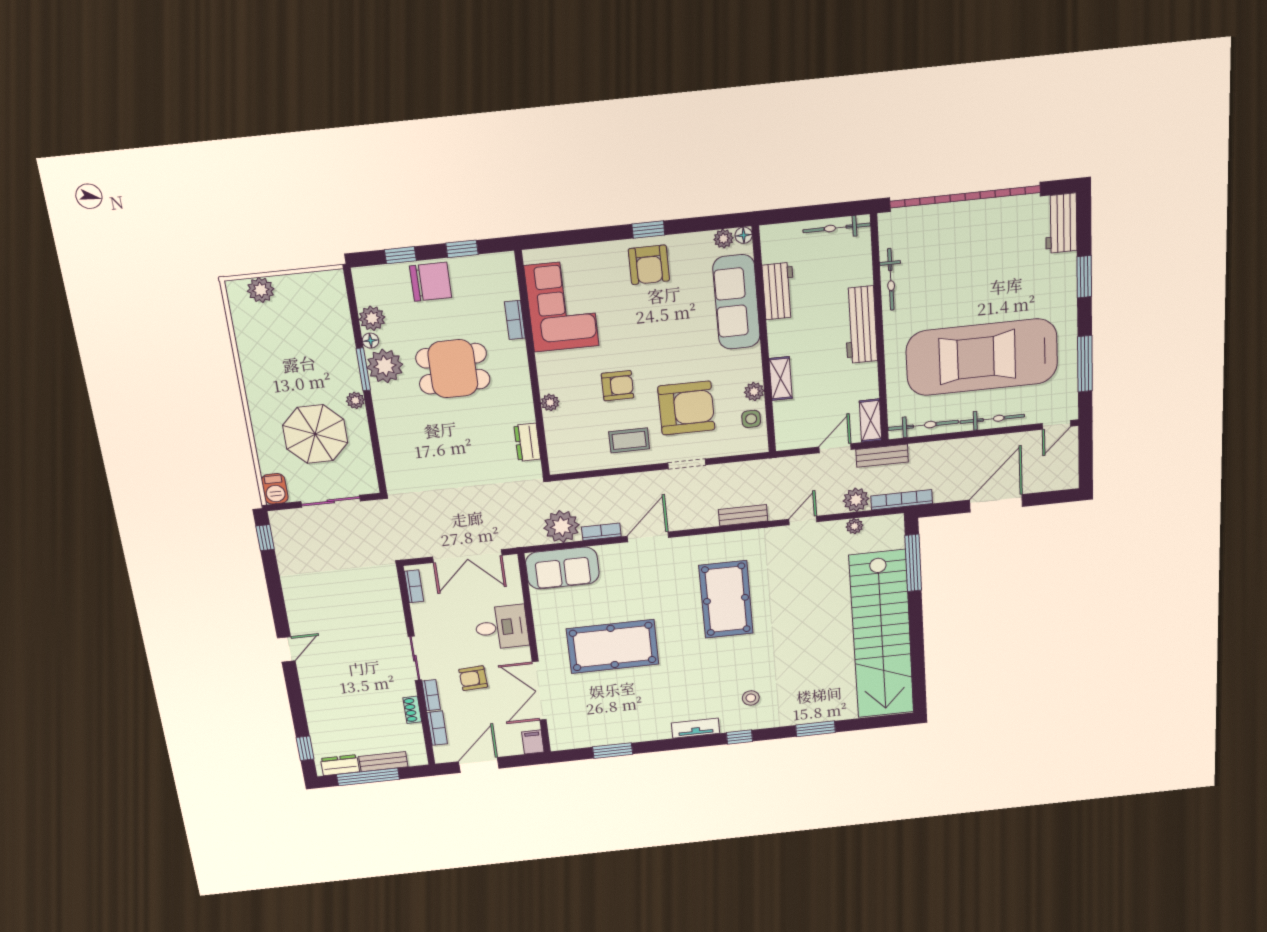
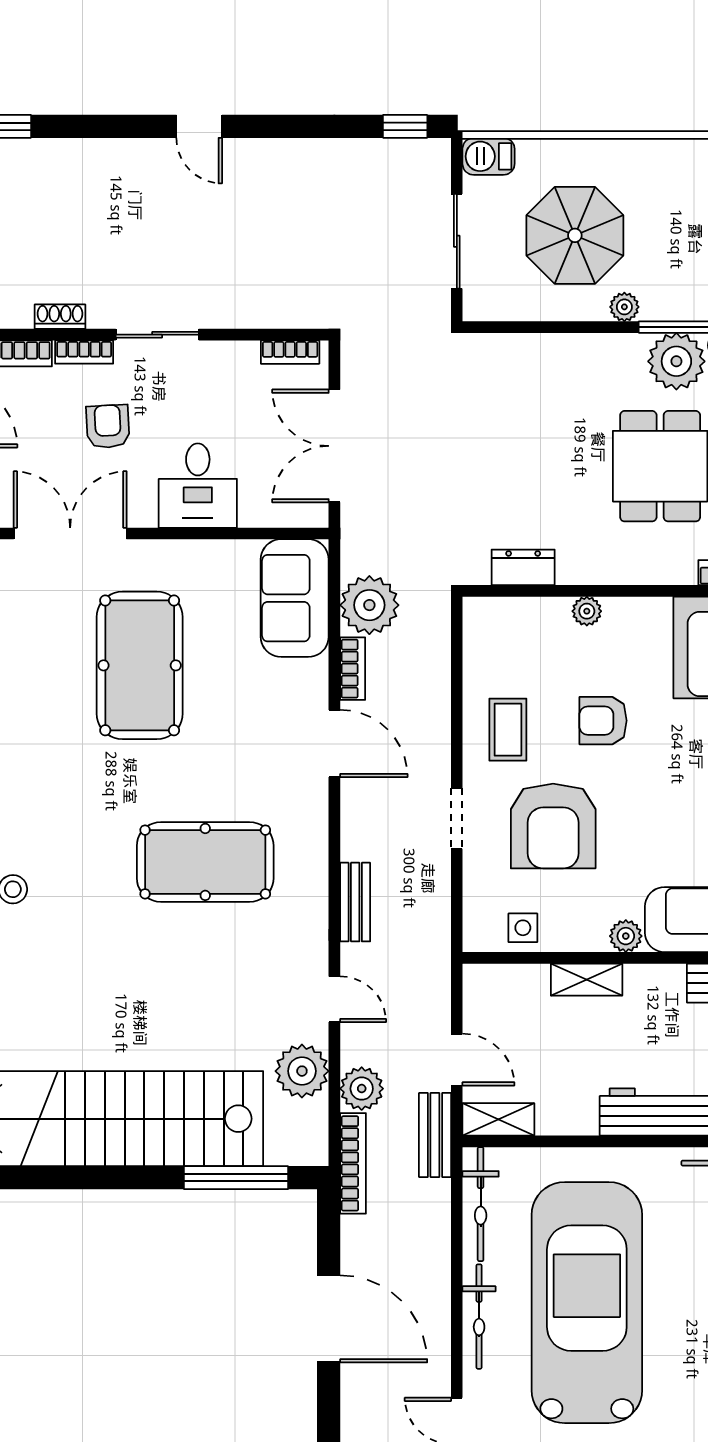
armchair: (618, 386) -> (603, 721), turned 90
plant: (754, 392) -> (626, 936), moved
plant: (854, 526) -> (302, 1071), width x1.88, depth x1.88

